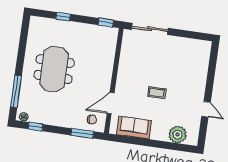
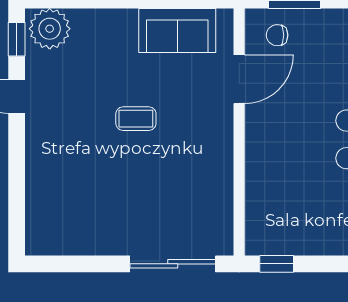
window: (203, 133) -> (17, 39), added
plant: (178, 135) -> (50, 29), moved

